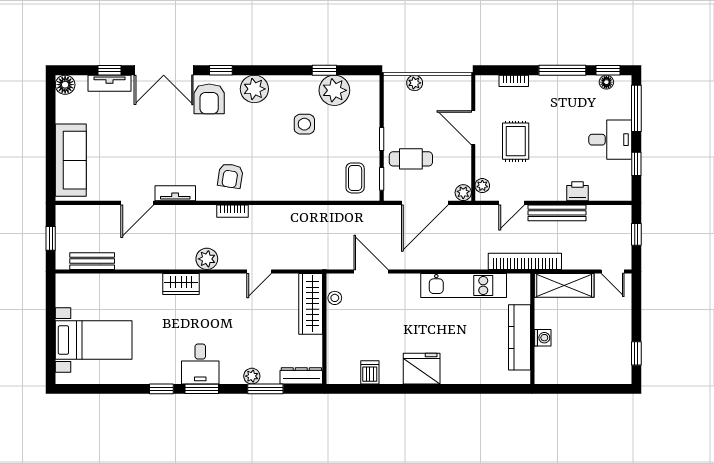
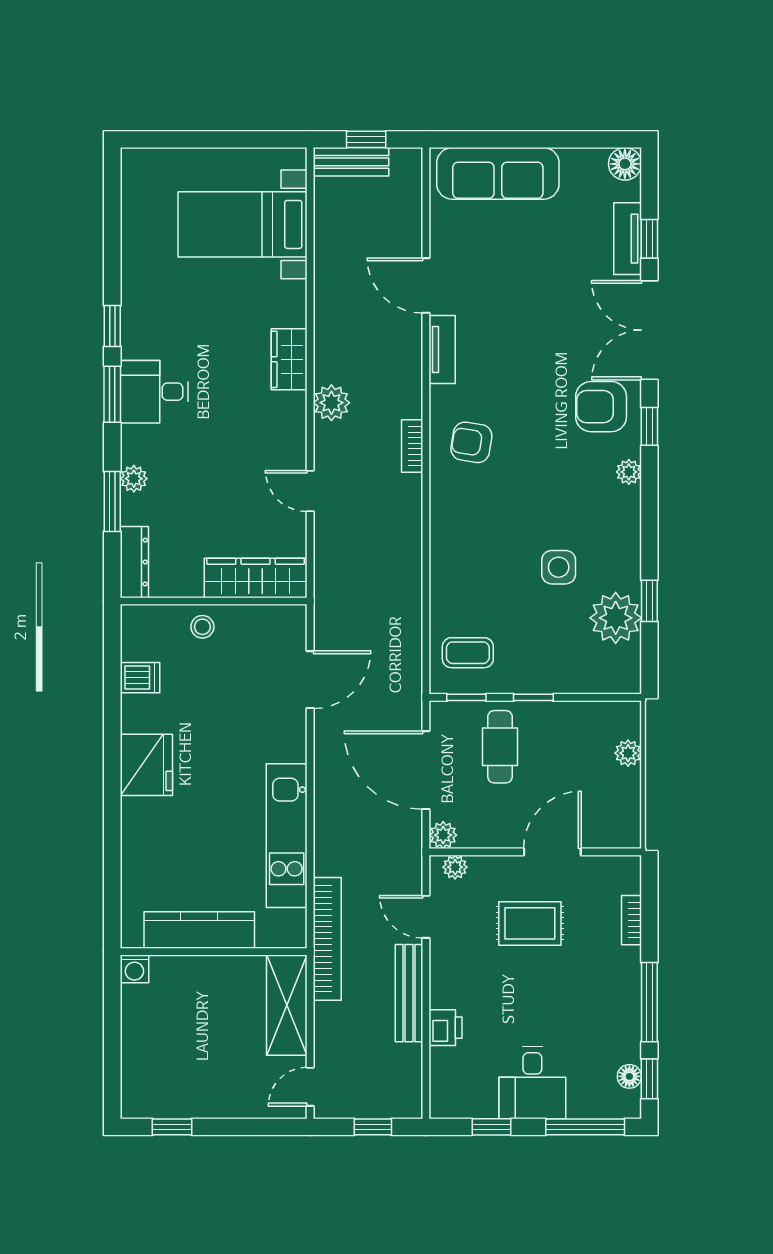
plant: (254, 89) -> (629, 472), width x0.53, depth x0.53
bench: (92, 261) -> (351, 162), moved, turned 90
stool: (335, 298) -> (202, 627), moved
washing machine: (543, 338) -> (134, 969), moved
bed with nightstands: (94, 340) -> (242, 224), moved, turned 90

